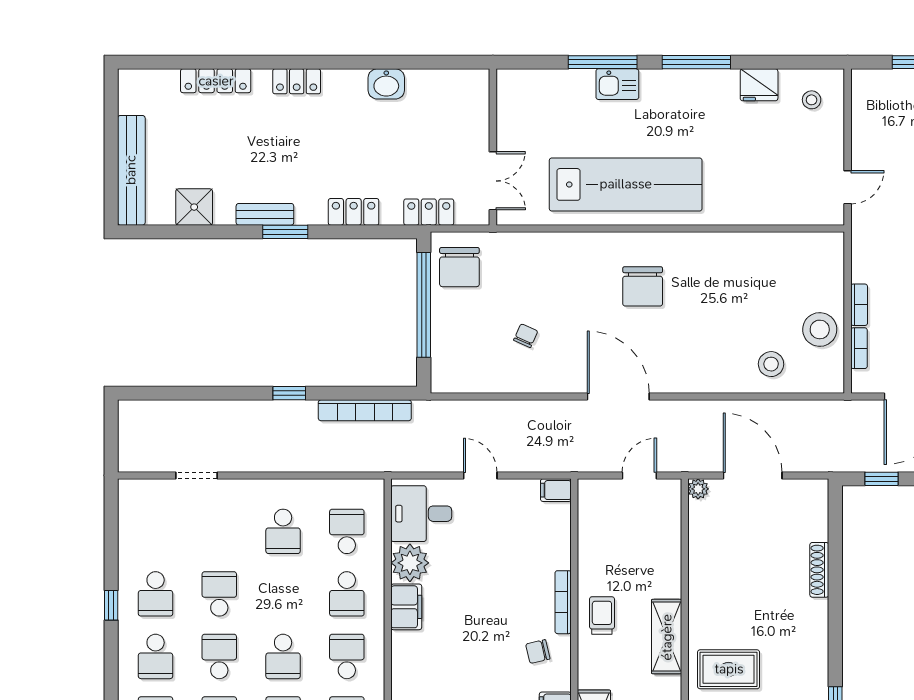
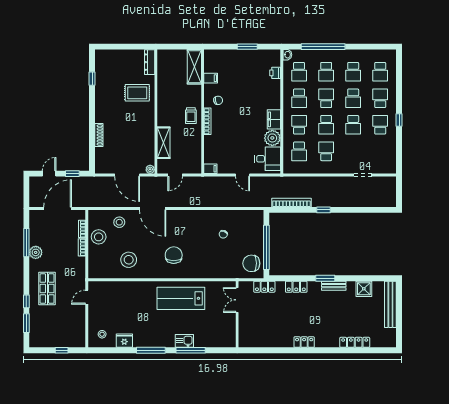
locker: (297, 81) -> (304, 342), moved
washbasin: (386, 84) -> (282, 341), removed
lab bench: (626, 184) -> (181, 298), width x0.73
chair: (459, 267) -> (251, 263), turned -90
stool: (749, 276) -> (129, 260), added
door: (618, 397) -> (153, 208), moved
school desk: (283, 594) -> (326, 125), added
shelving: (667, 637) -> (164, 143), moved

